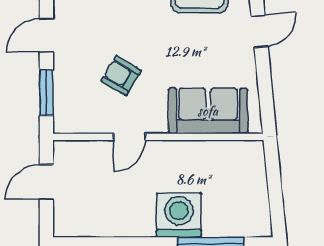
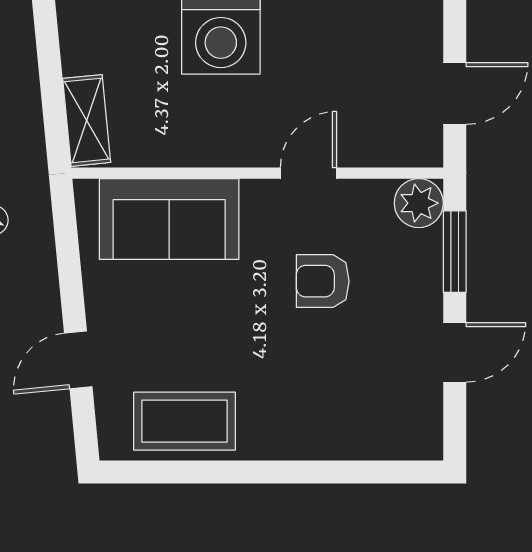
armchair: (121, 76) -> (323, 281), turned 149
plant: (67, 120) -> (419, 203), added
shelving: (255, 167) -> (87, 120), added

